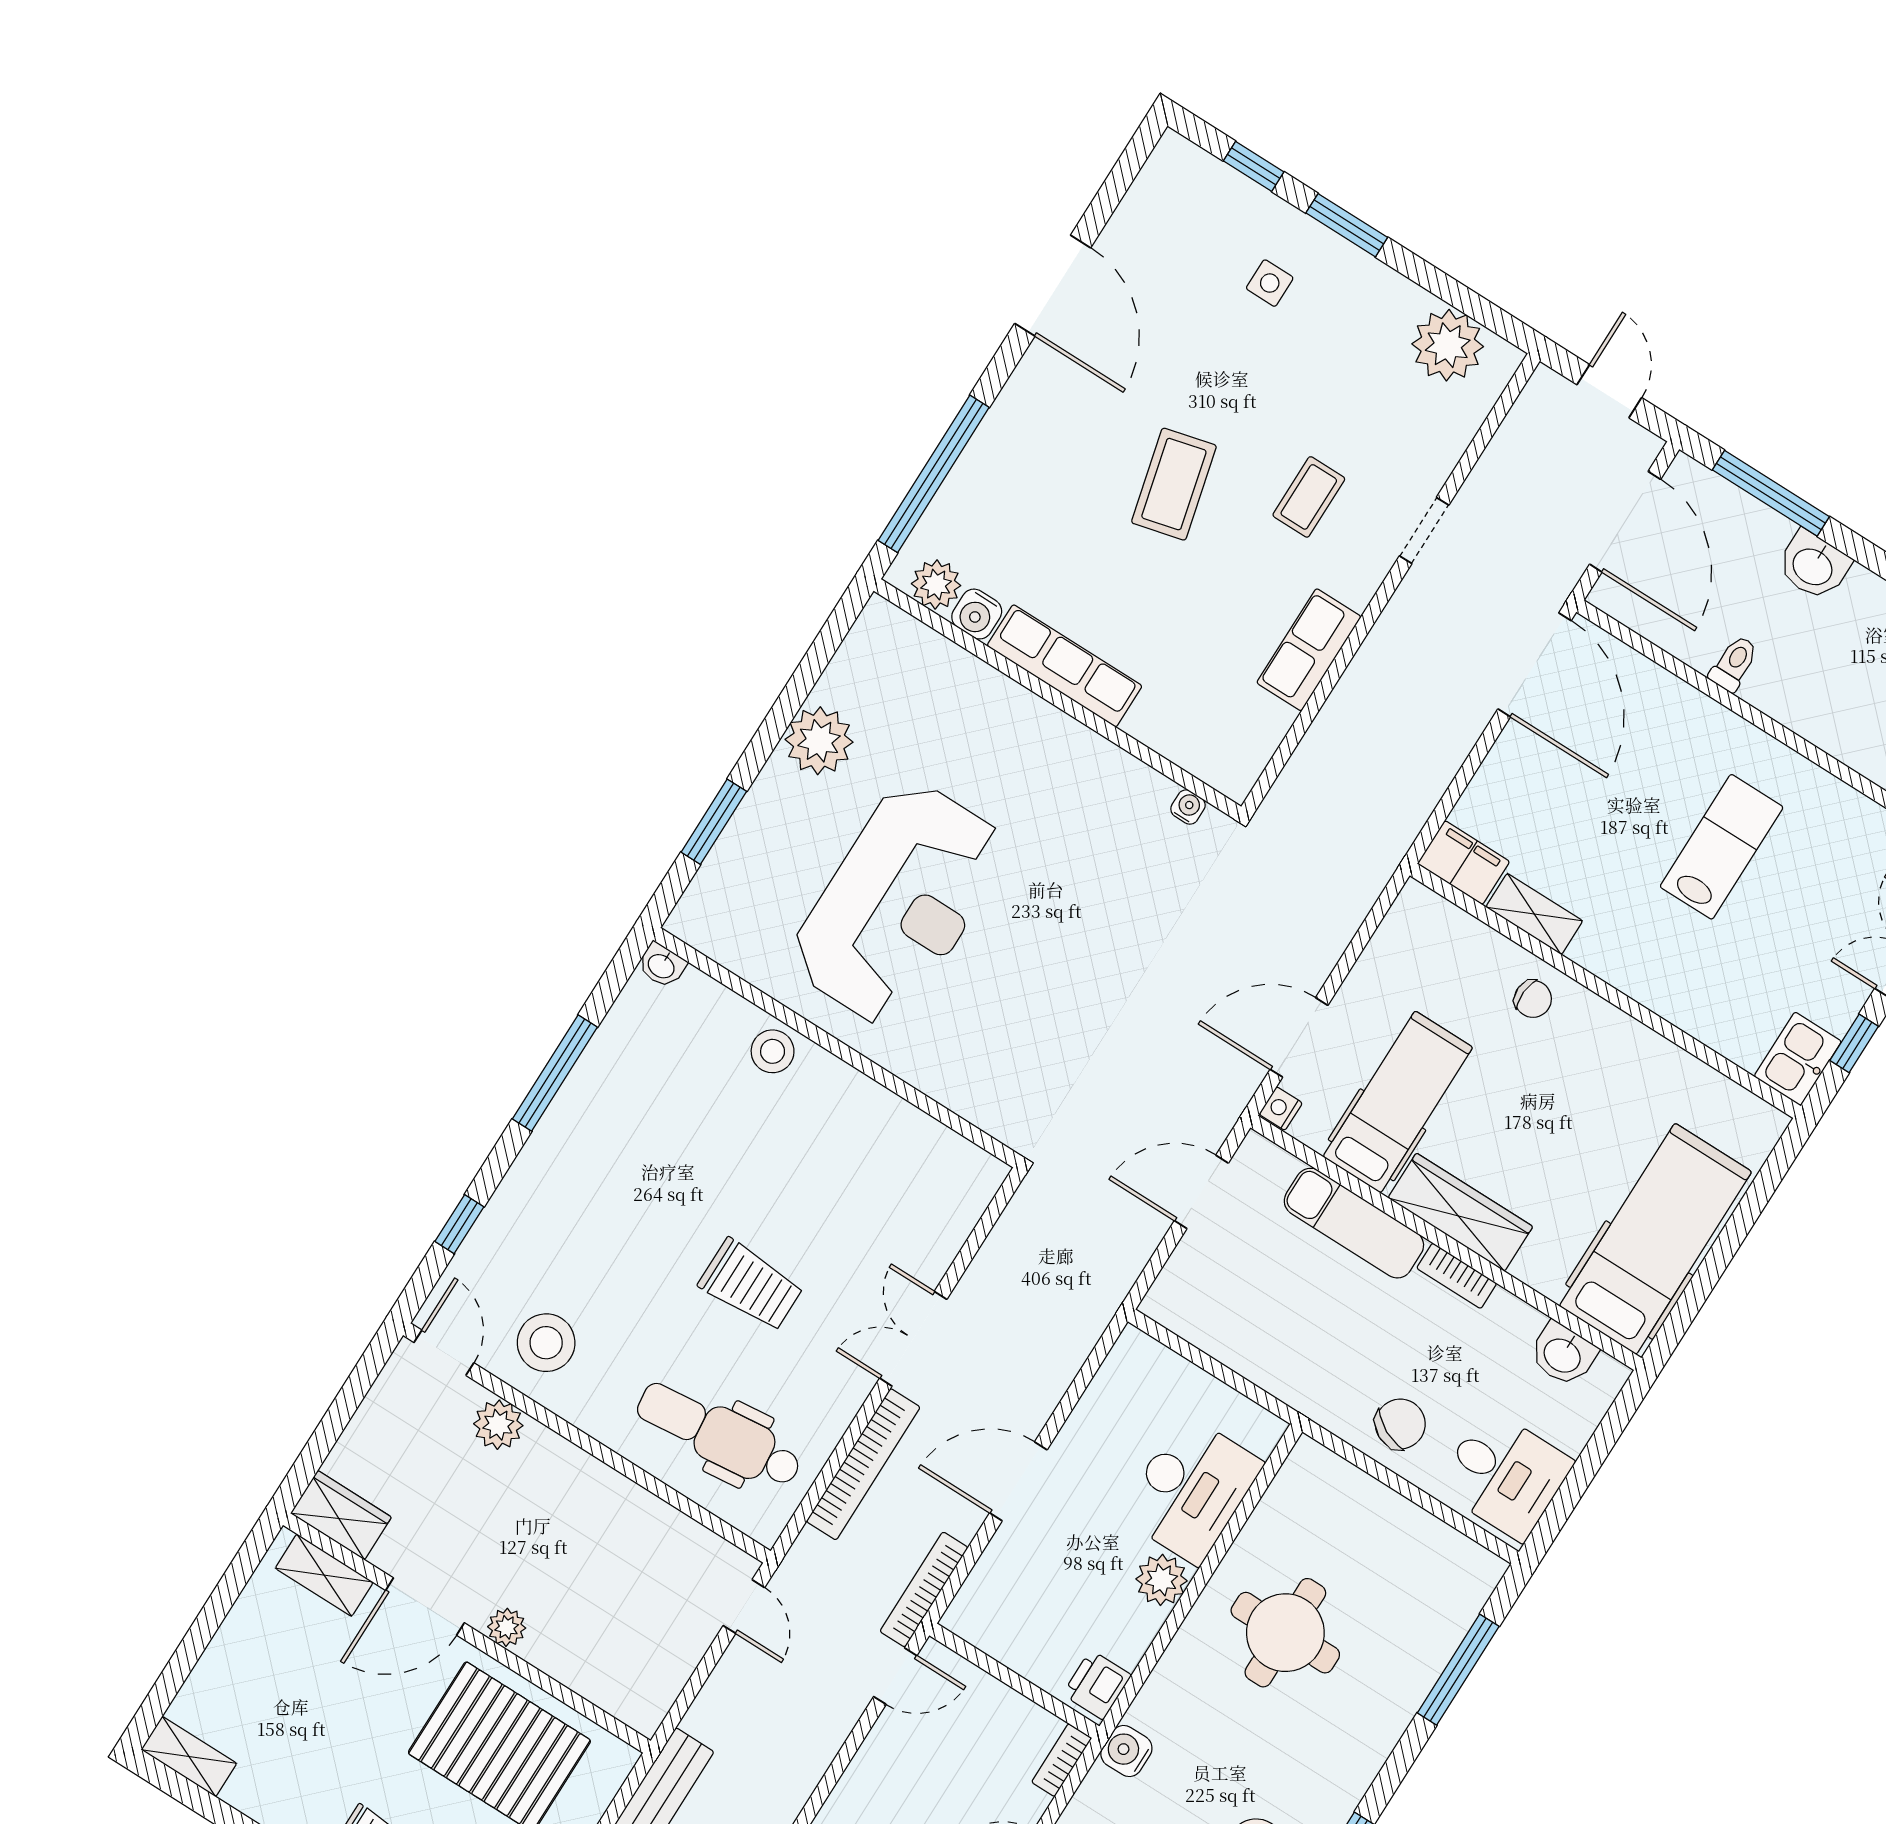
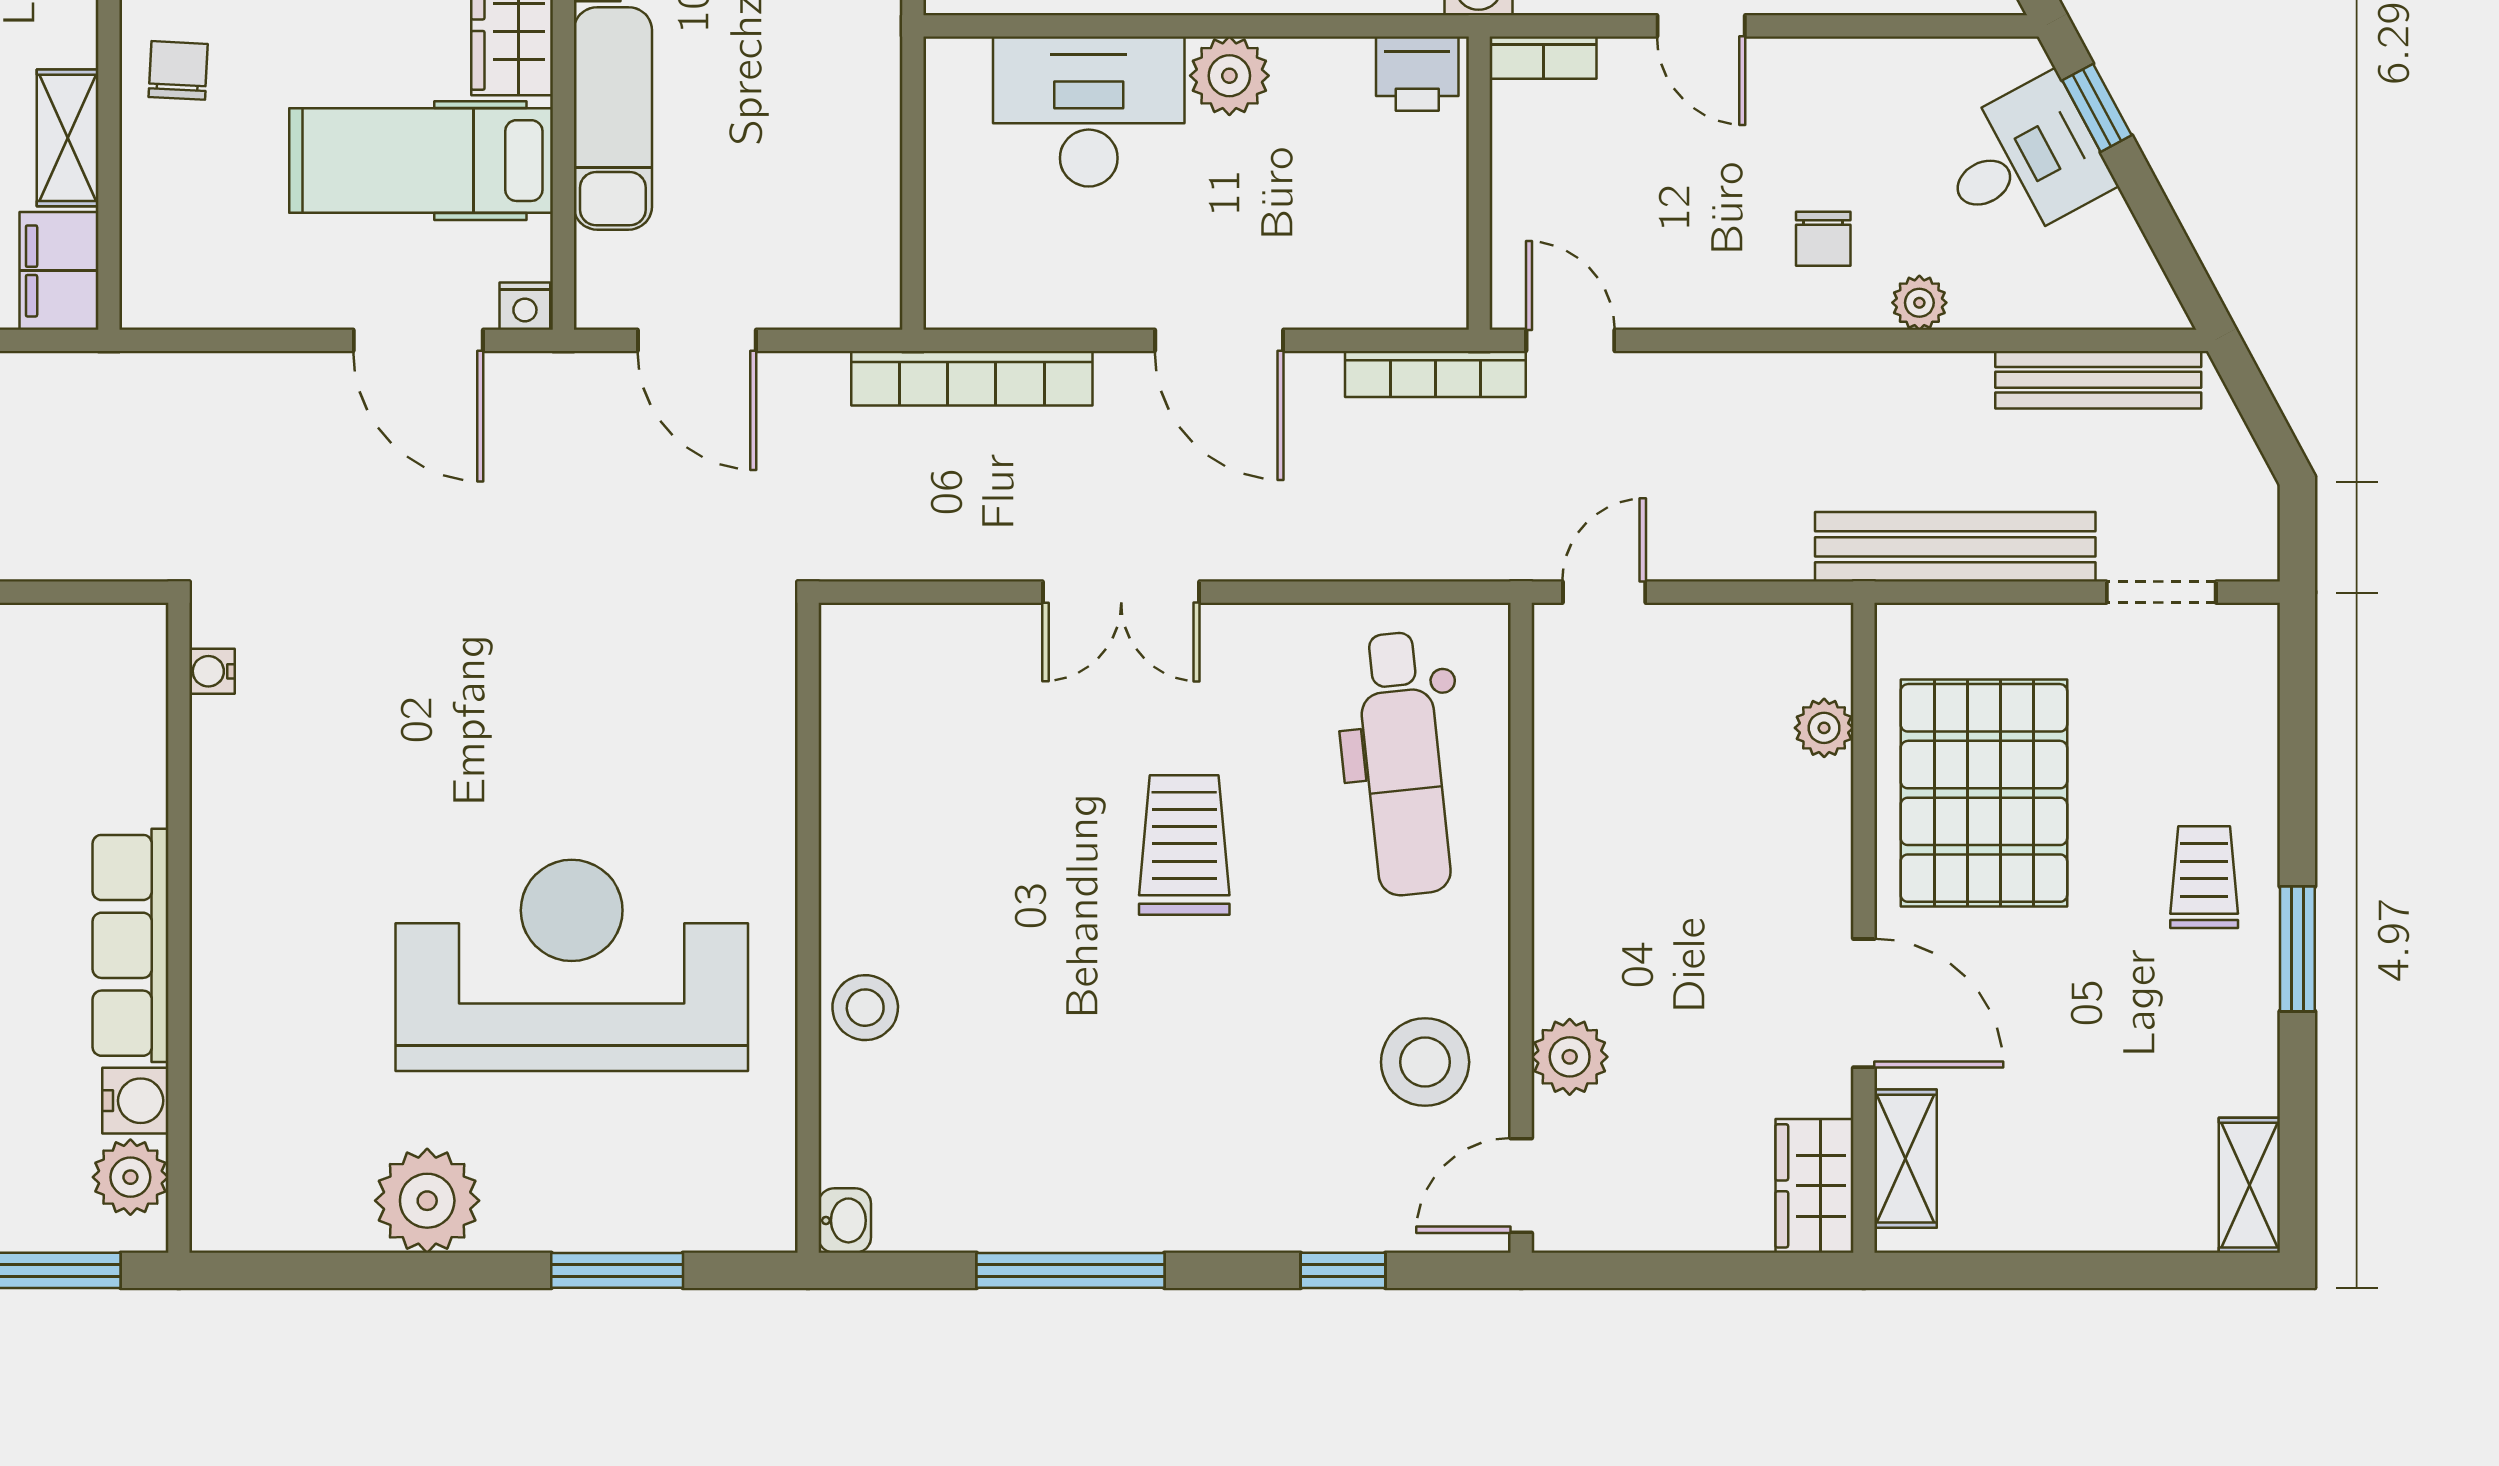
bookcase: (863, 1464) -> (972, 378), moved, turned 180
plant: (507, 1627) -> (1824, 728), moved

